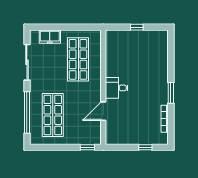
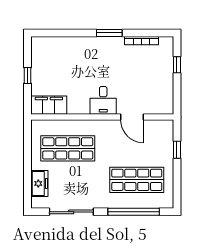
filing cabinet: (113, 44) -> (49, 105), added
window: (87, 147) -> (177, 150), moved

